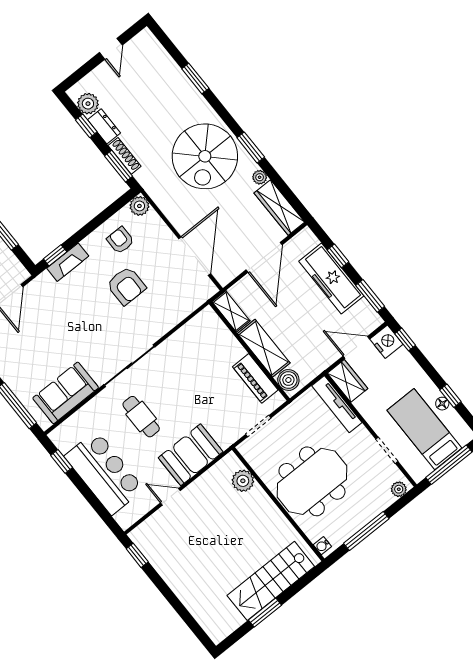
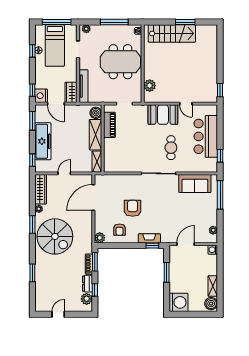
spiral stairs: (205, 156) -> (55, 236), turned 90
window: (338, 256) -> (32, 160), moved
door: (264, 257) -> (64, 173), width x0.53

